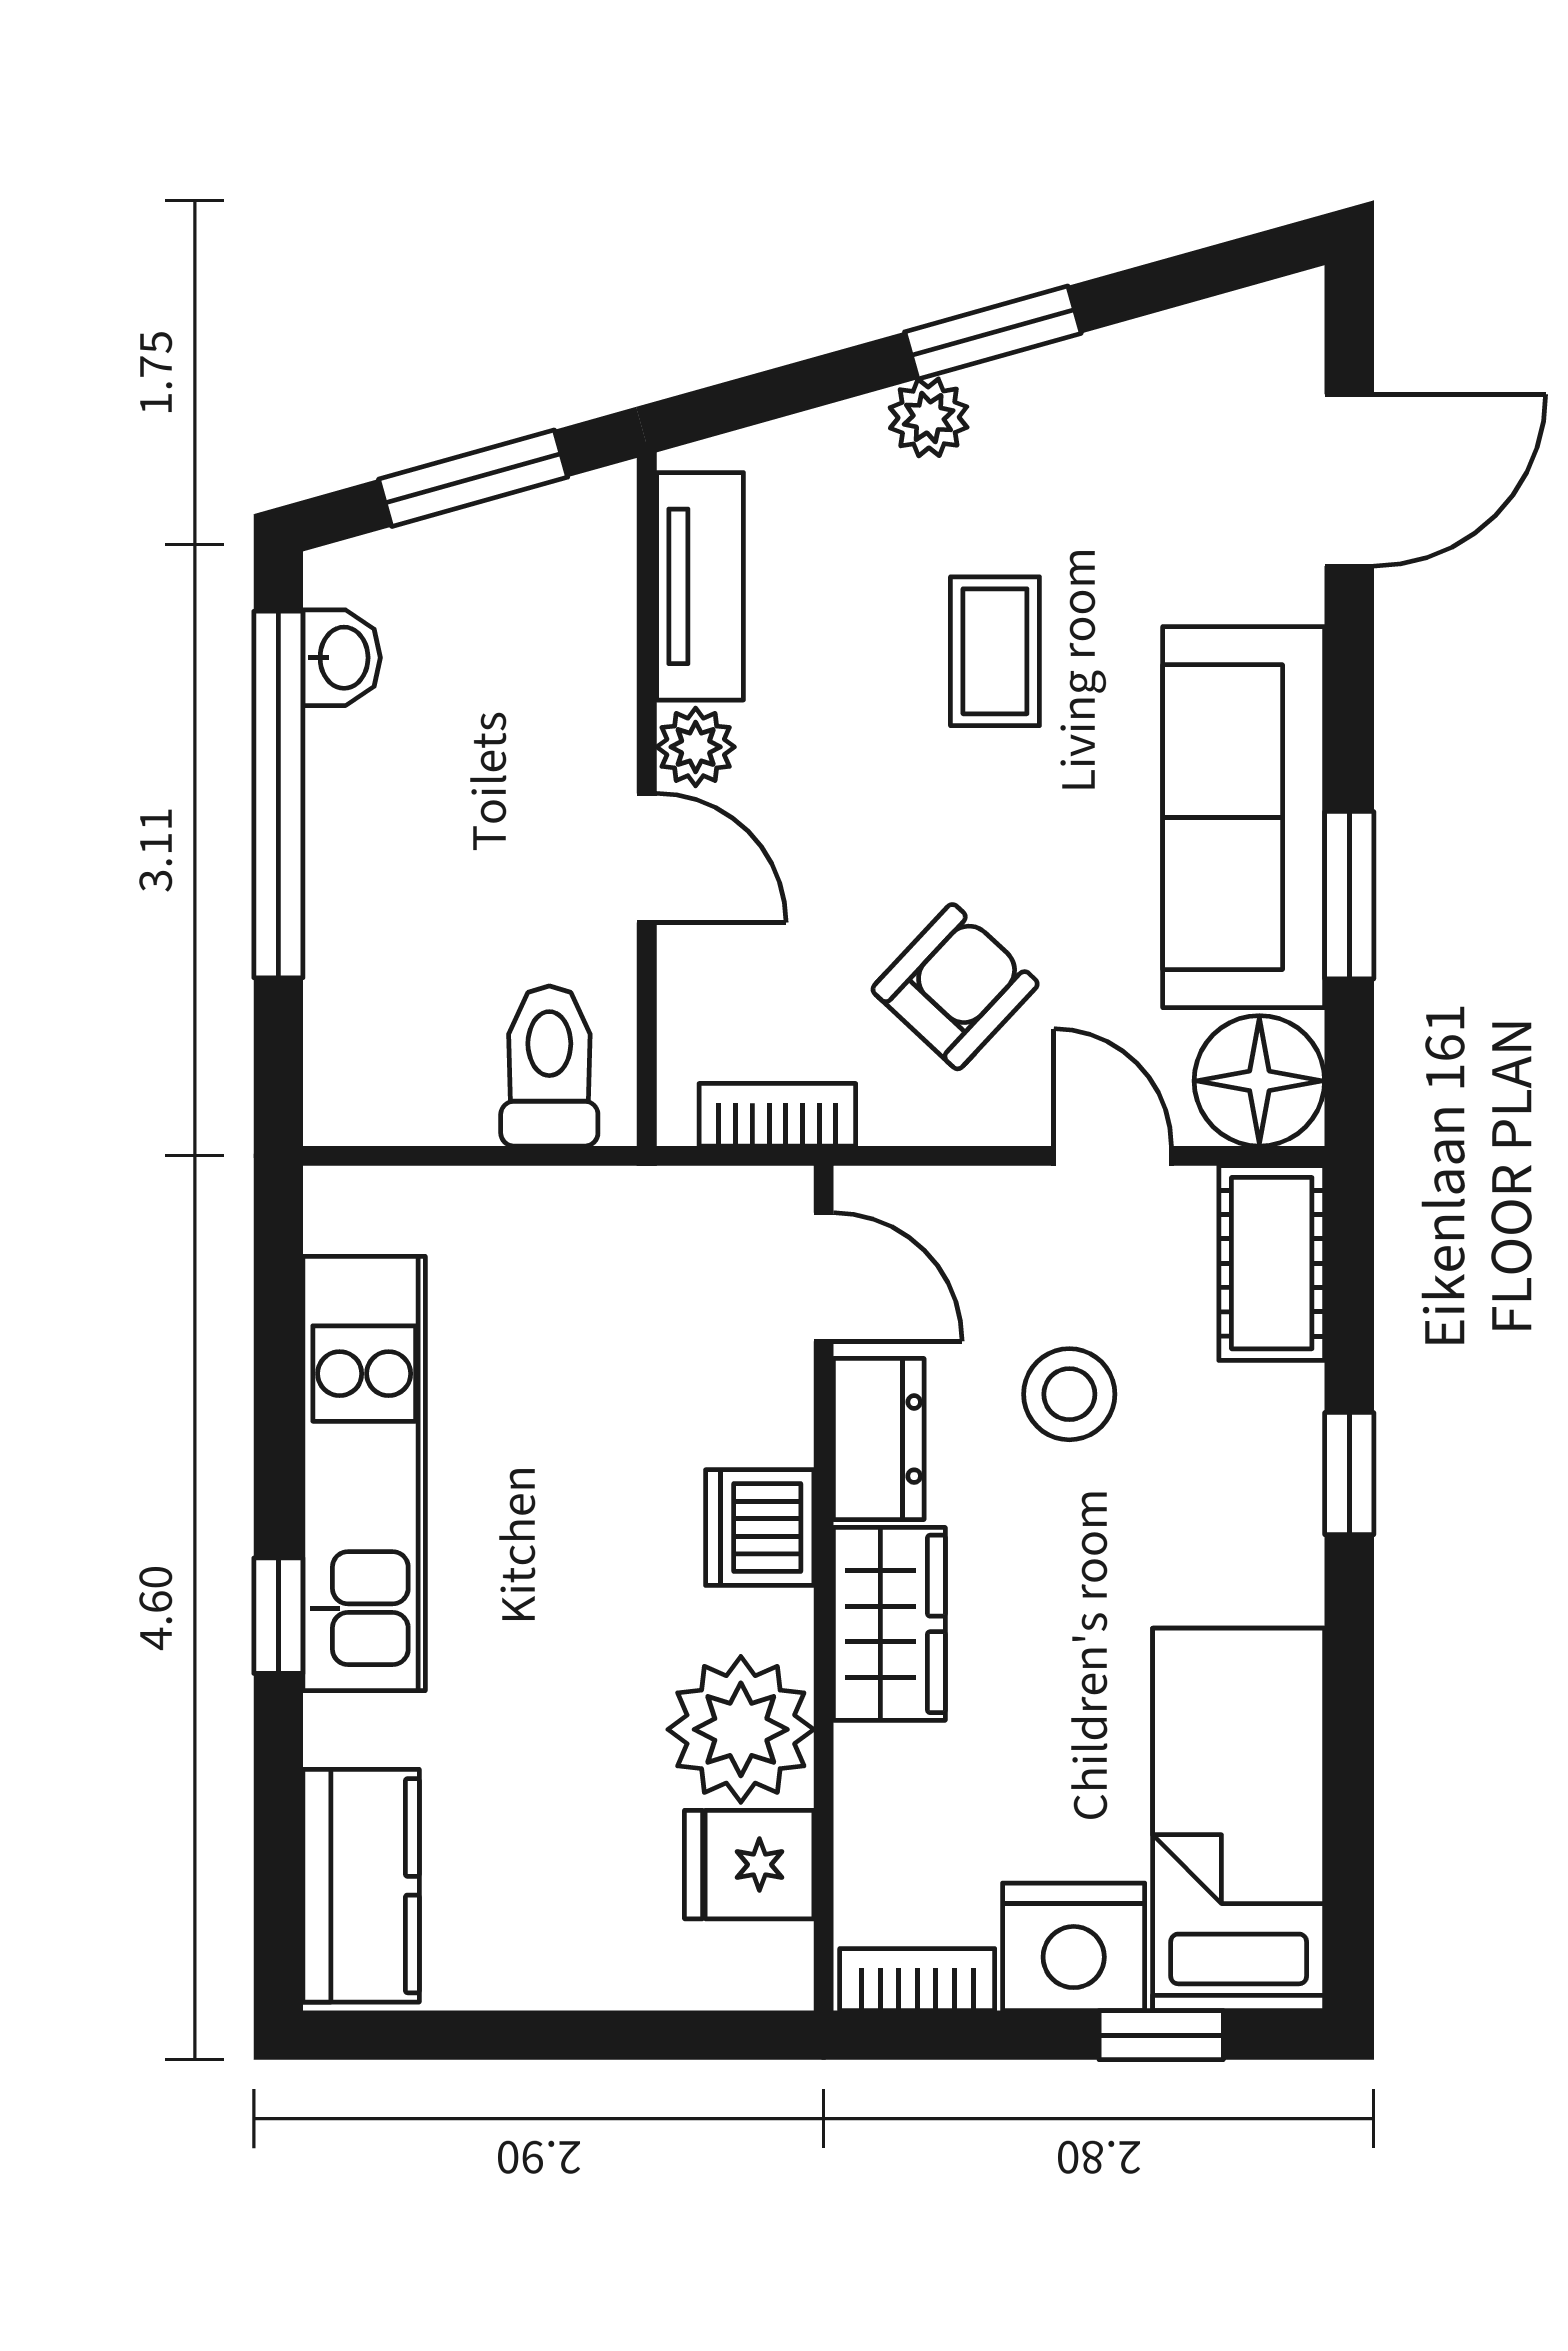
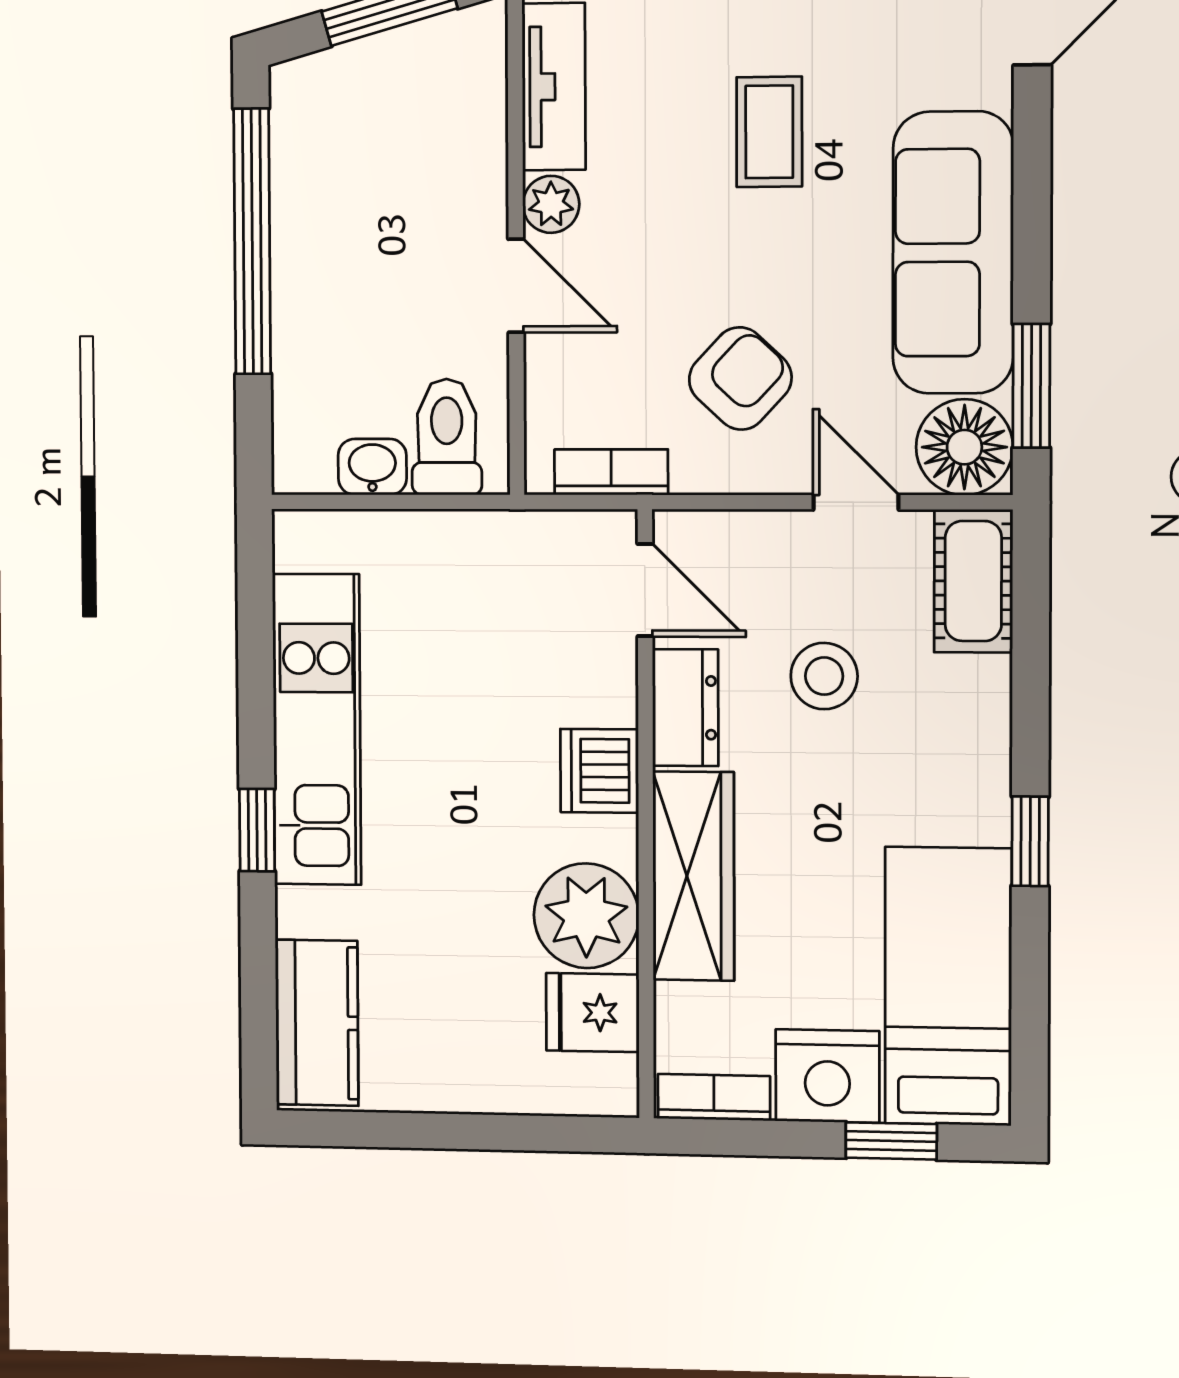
washbasin: (342, 658) -> (372, 467), moved, turned -90
window: (1349, 895) -> (1031, 386), moved
window: (1349, 1474) -> (1030, 841), moved
wardrobe: (889, 1624) -> (693, 876), width x1.50

